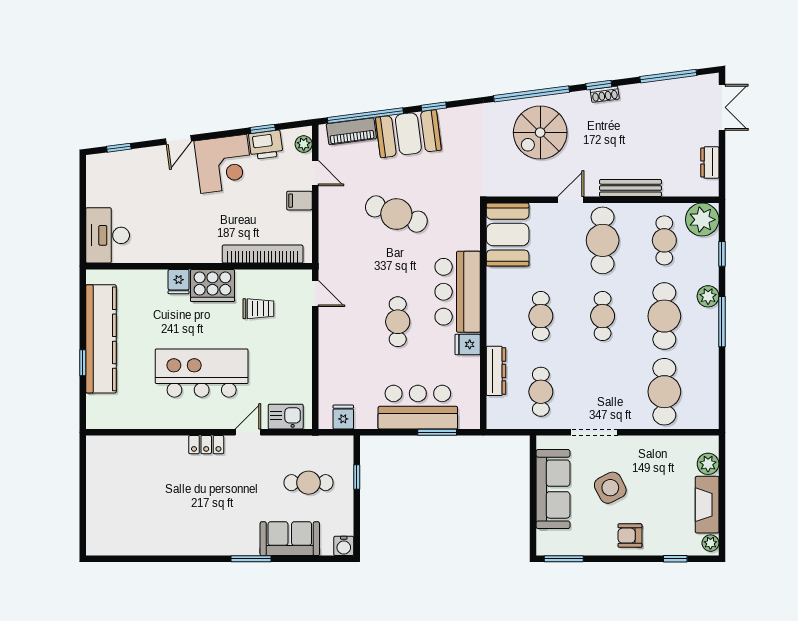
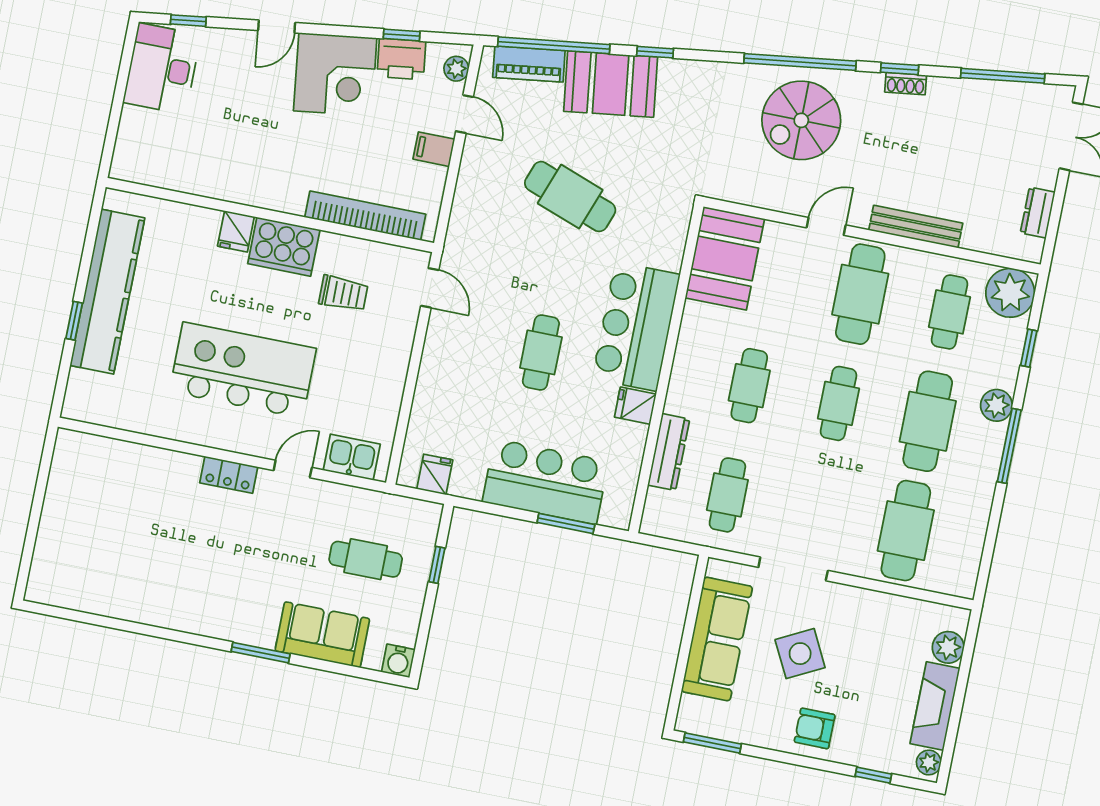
desk: (108, 235) -> (162, 69), moved

